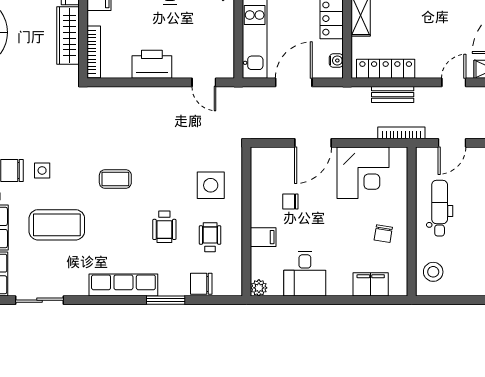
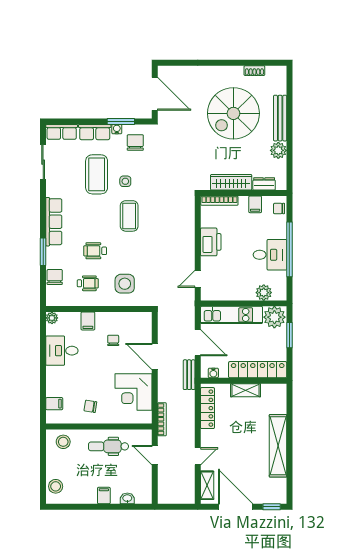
door: (454, 82) -> (198, 456), hinge flipped
bench: (393, 95) -> (189, 375), moved
side table: (42, 170) -> (125, 181), moved
coffee table: (115, 179) -> (129, 216), width x1.36, depth x1.30
dental chair: (440, 208) -> (108, 446), turned 180
filing cabinet: (371, 284) -> (54, 404), width x0.50

